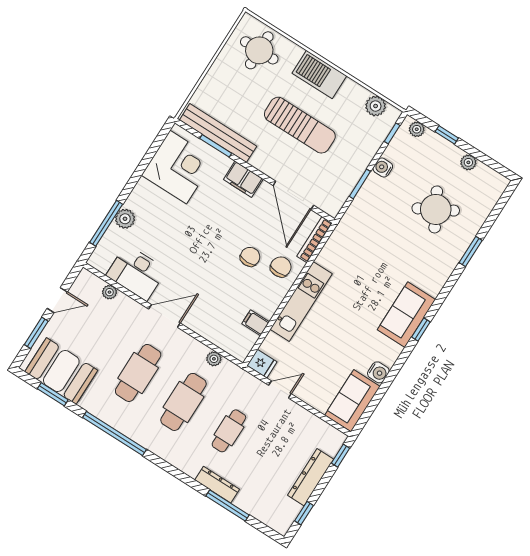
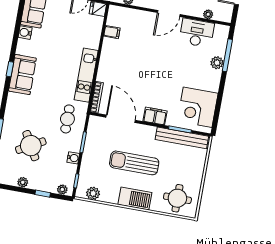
cafe table: (369, 226) -> (67, 119), added
chair: (250, 257) -> (132, 71), removed
chair: (281, 267) -> (111, 72), removed
kitchen unit: (301, 301) -> (86, 75), moved

